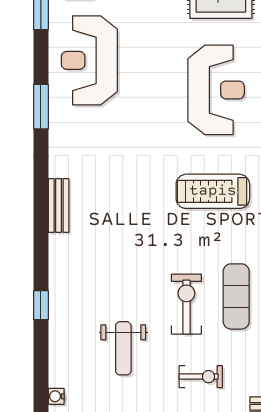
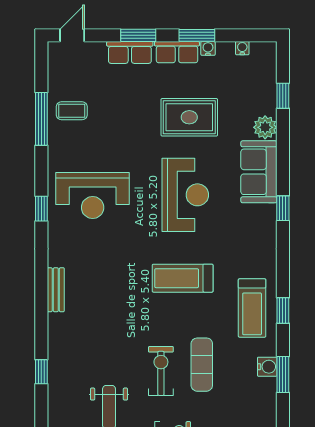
reception desk: (89, 60) -> (93, 196), moved, turned -90
window: (41, 107) -> (41, 209), width x0.67

